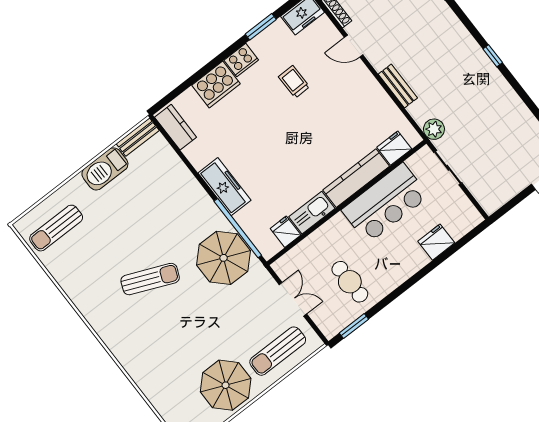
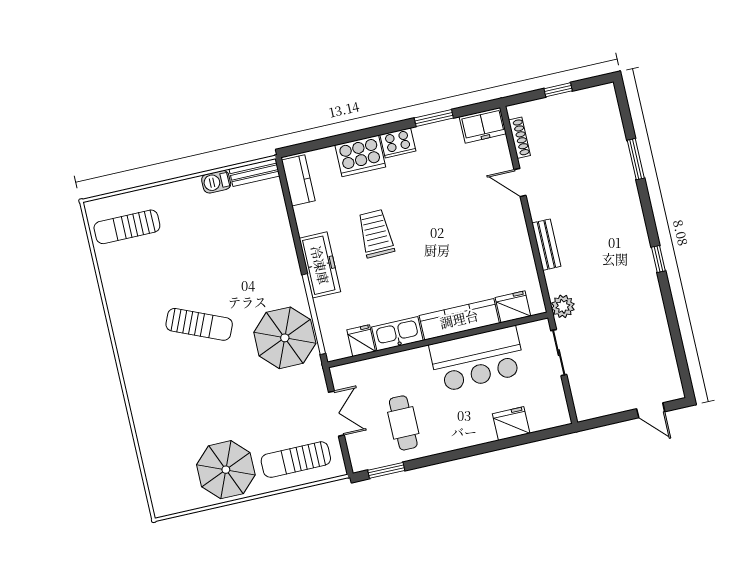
trolley: (294, 82) -> (376, 234), moved, width x1.36, depth x1.39
barbecue: (105, 169) -> (216, 182), width x0.53, depth x0.65

